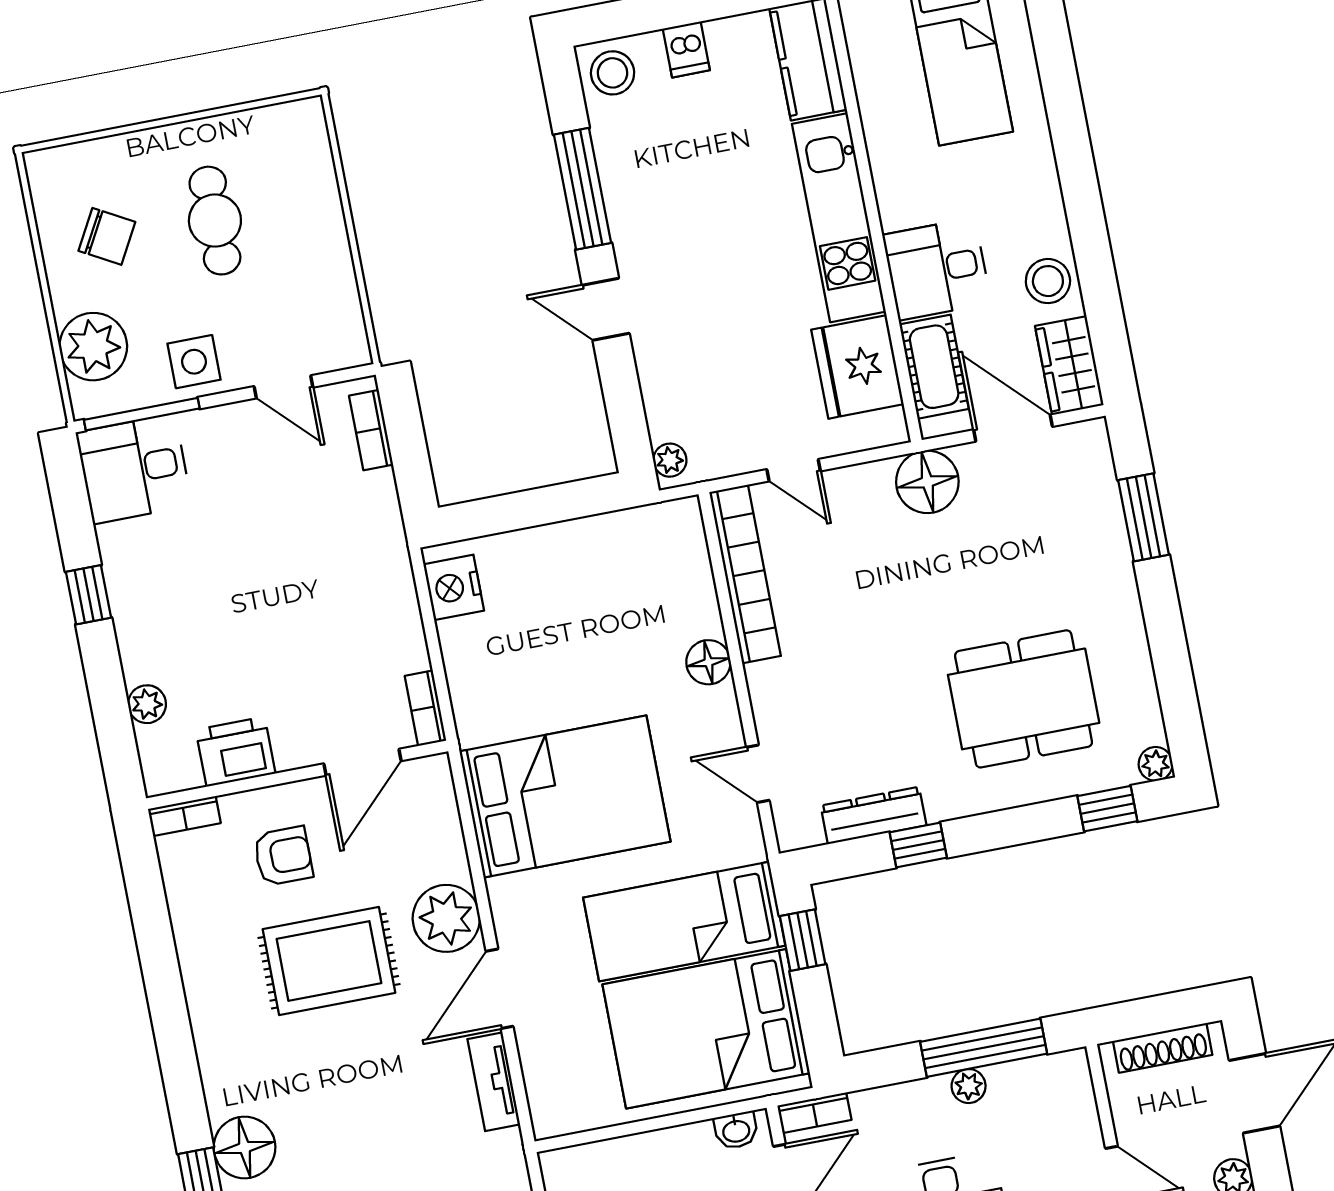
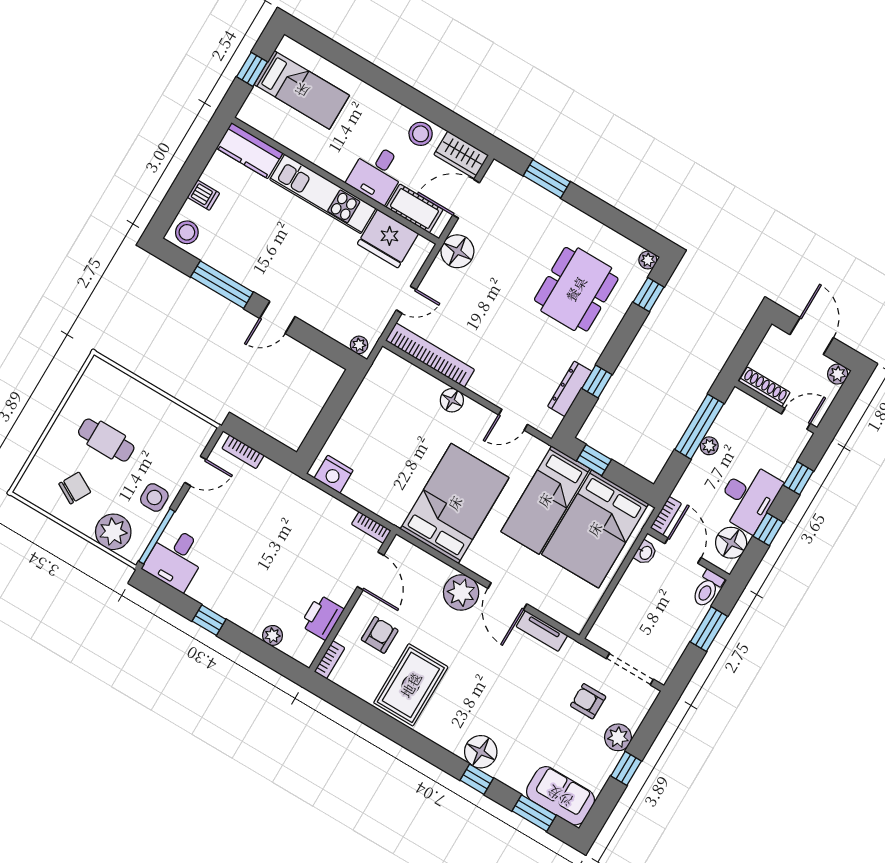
rug: (329, 961) -> (411, 685), moved
shoe rack: (1163, 1048) -> (764, 387), moved, turned -90

